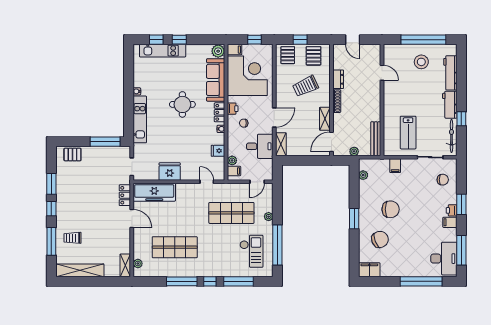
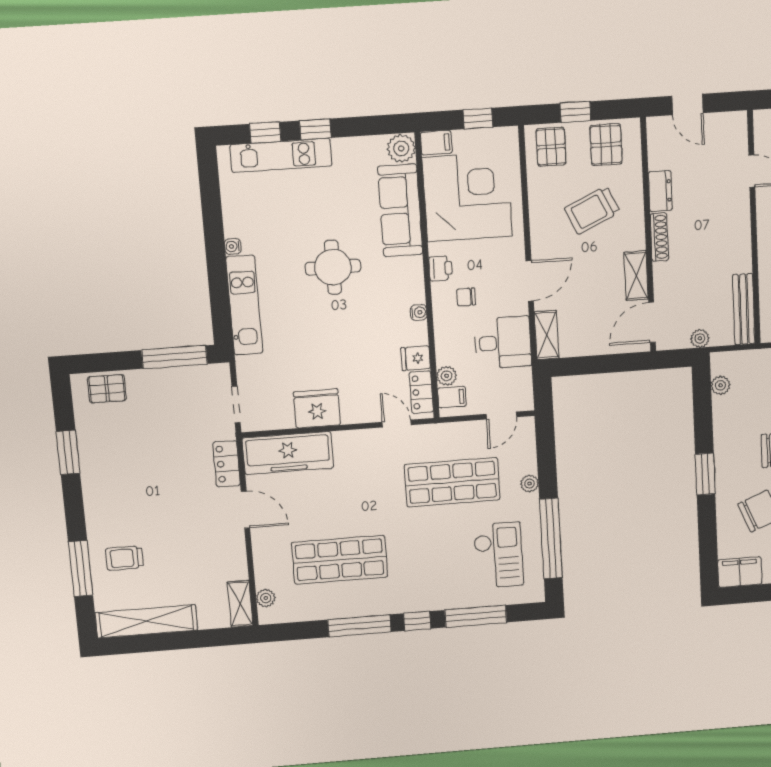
locker: (220, 112) -> (421, 392), moved
window: (51, 209) -> (73, 503), removed

